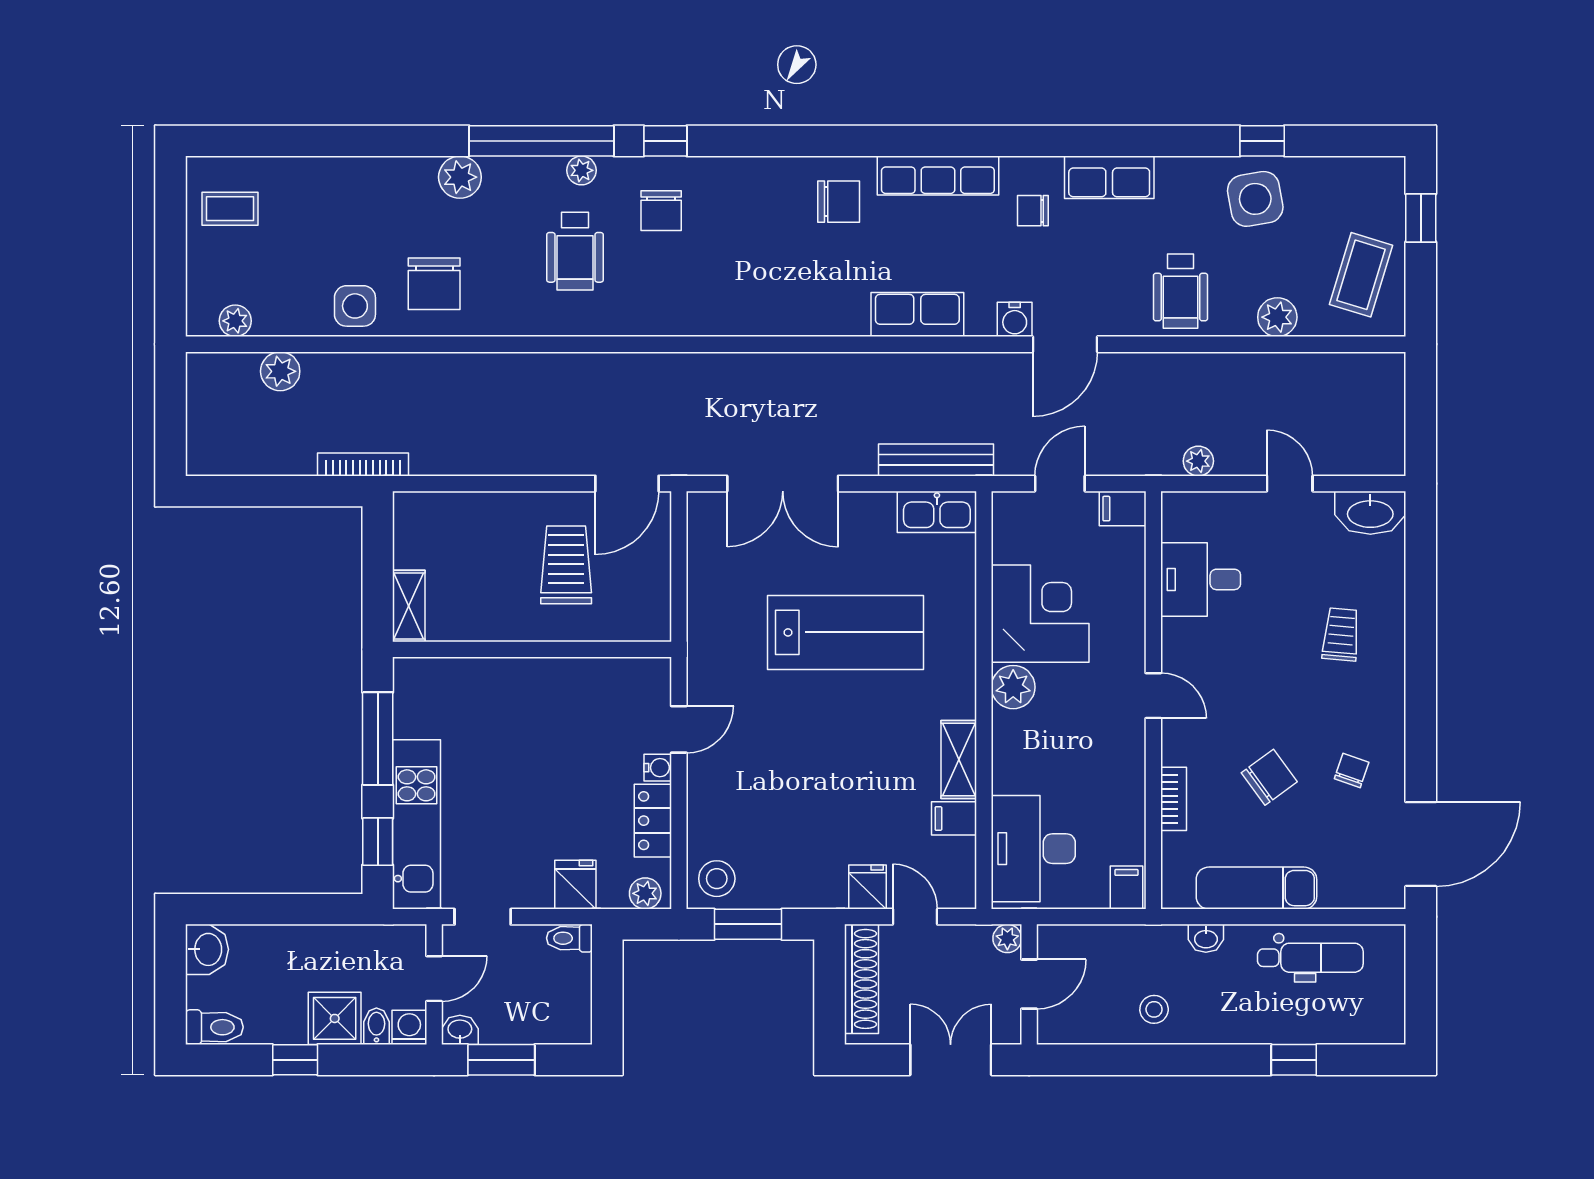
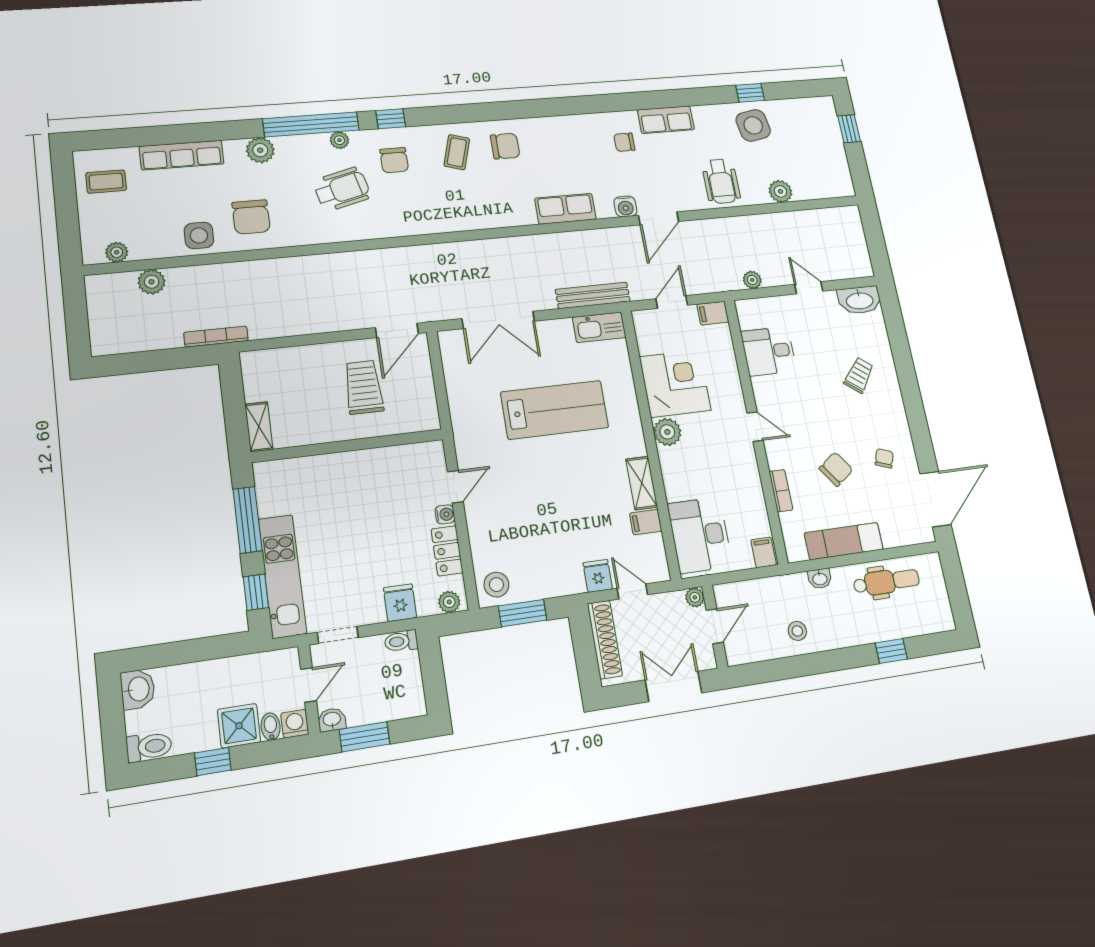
row of seats: (938, 176) -> (182, 155), moved
wheelchair: (575, 251) -> (342, 189), turned -104
coffee table: (1361, 275) -> (457, 152), moved, width x0.73, depth x0.77
trolley: (1341, 634) -> (859, 375), turned 32

